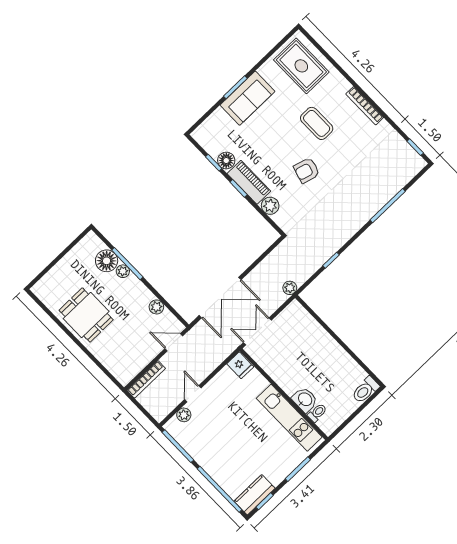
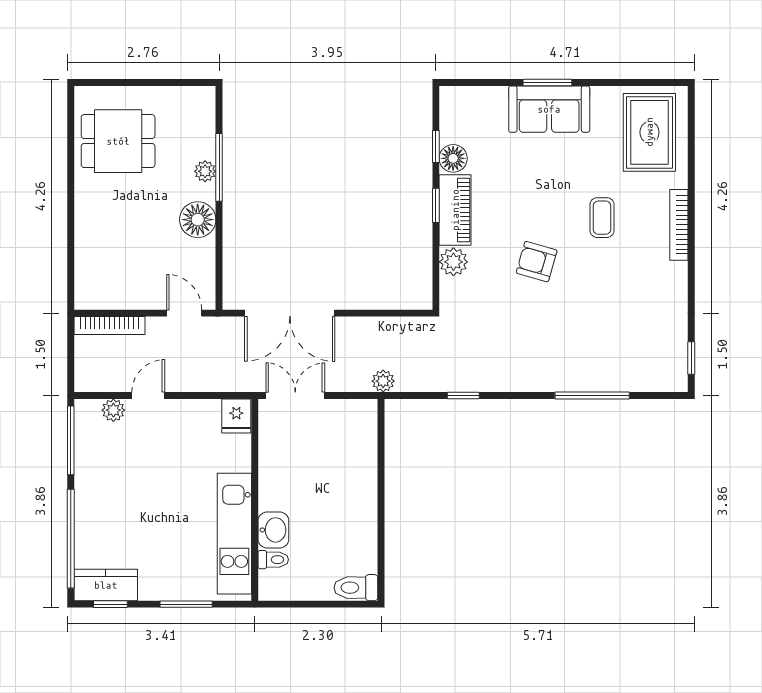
bookcase: (365, 106) -> (679, 225), moved
coffee table: (317, 123) -> (602, 218), width x0.73, depth x0.77
floor lamp: (107, 261) -> (198, 220), moved
plant: (156, 307) -> (204, 252), removed
dining table: (86, 315) -> (118, 141), moved, turned 90

